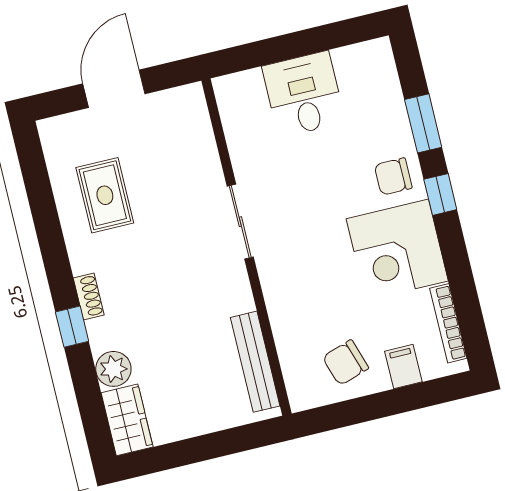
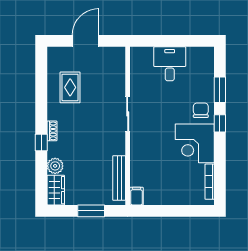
chair: (393, 176) -> (201, 110), turned 90
chair: (345, 363) -> (159, 188), removed
filing cabinet: (403, 366) -> (137, 196), moved
window: (212, 446) -> (91, 211), added

